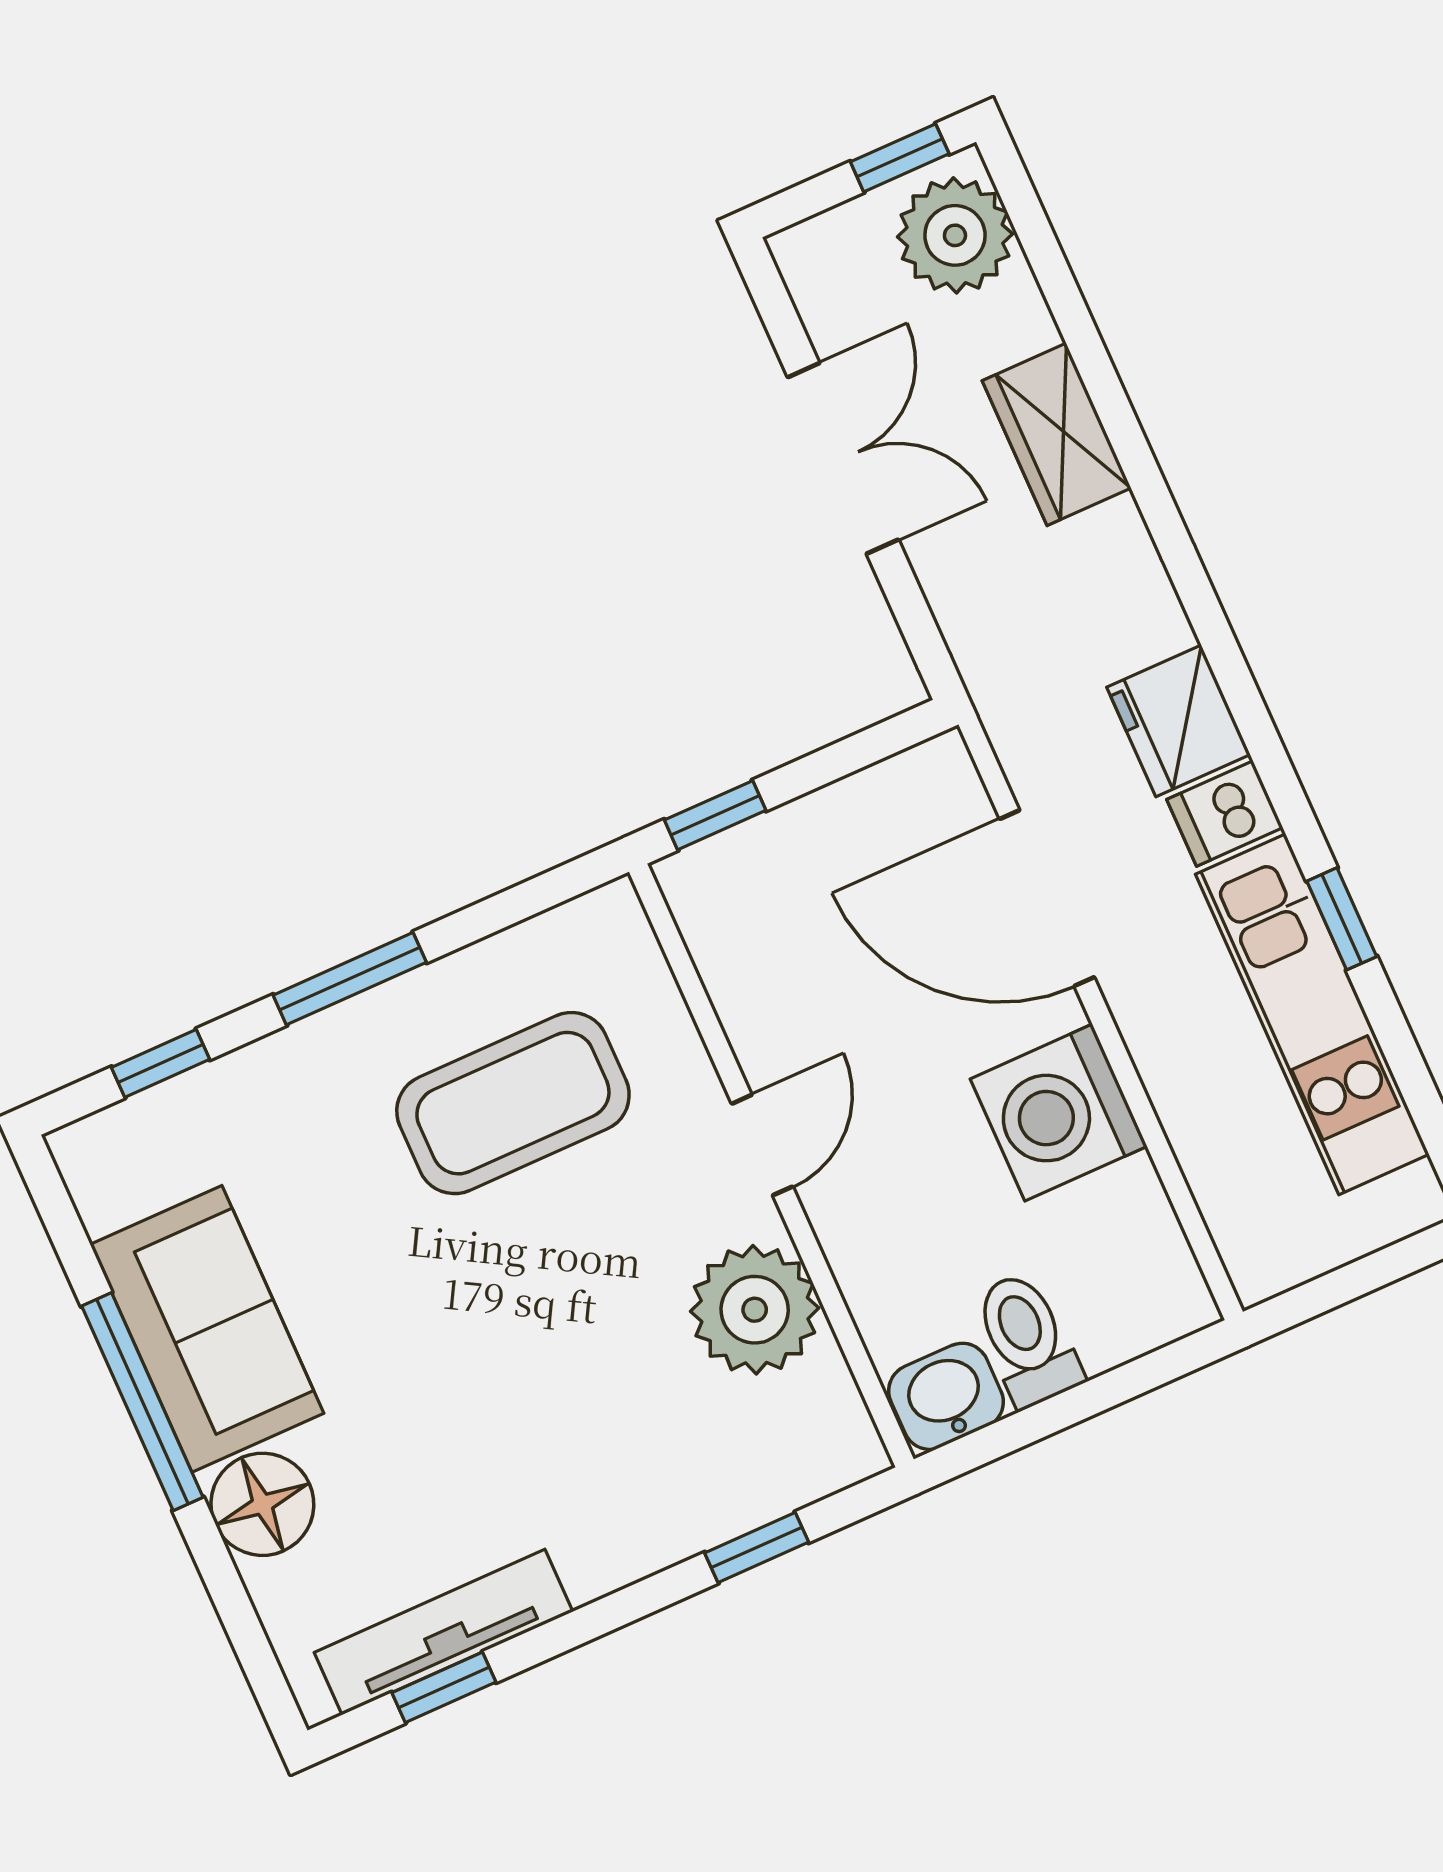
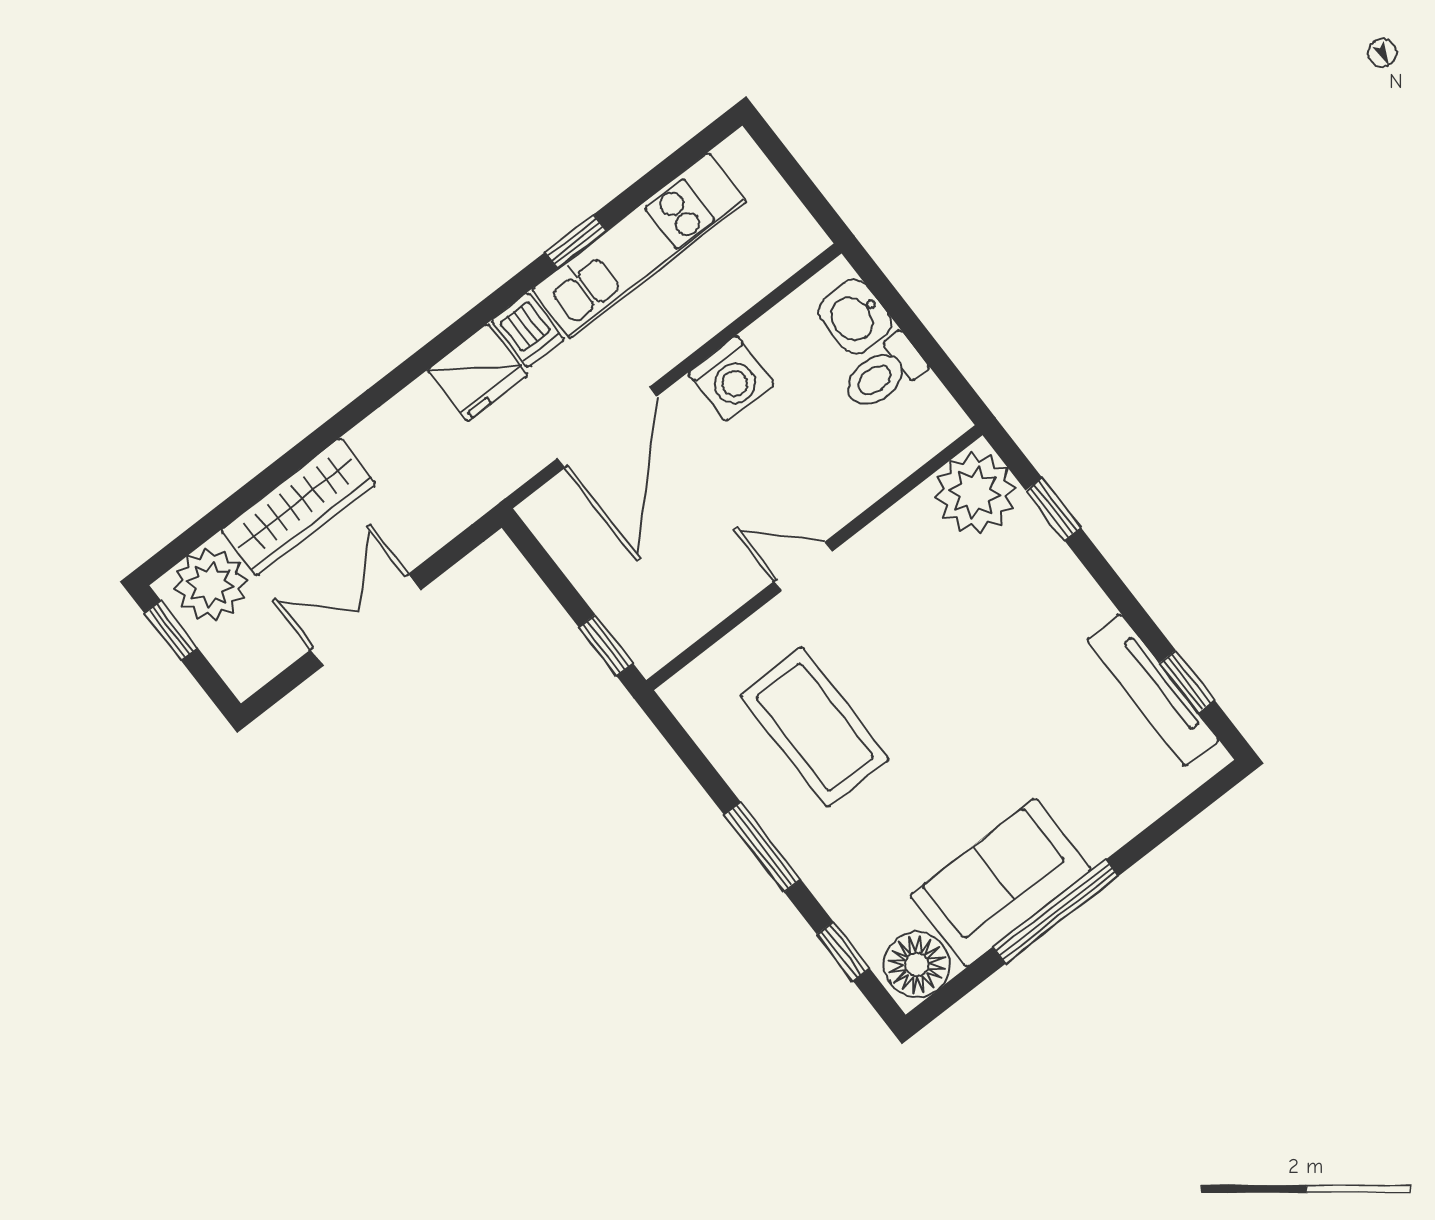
wardrobe: (1057, 434) -> (298, 507), width x1.50
washing machine: (1059, 1113) -> (731, 379), width x0.73, depth x0.73
plant: (755, 1310) -> (975, 493), moved
washbasin: (946, 1396) -> (855, 317), moved
floor lamp: (262, 1504) -> (917, 965), moved

